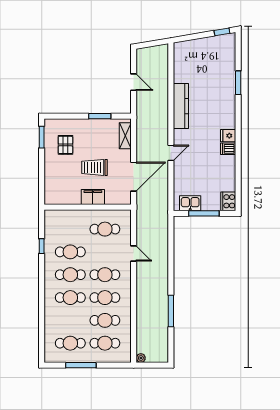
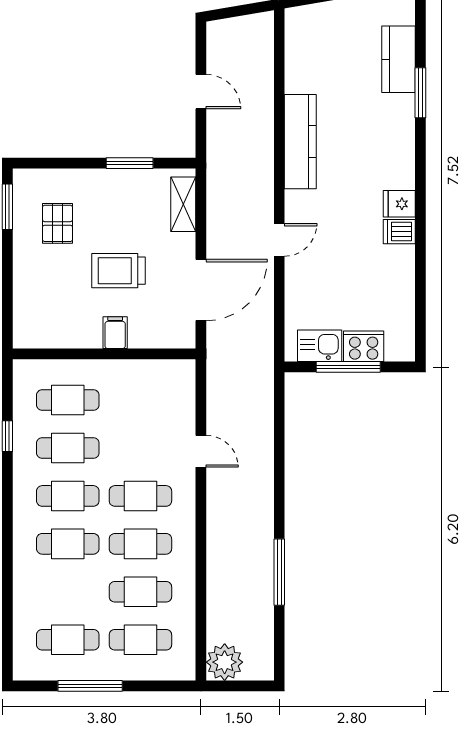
kitchen counter: (228, 67) -> (399, 59), added
filing cabinet: (93, 197) -> (115, 333), width x0.50
cooker: (228, 201) -> (364, 346), moved, turned 90
cafe table: (105, 229) -> (68, 400), moved
plant: (141, 358) -> (225, 662), width x1.87, depth x1.87

